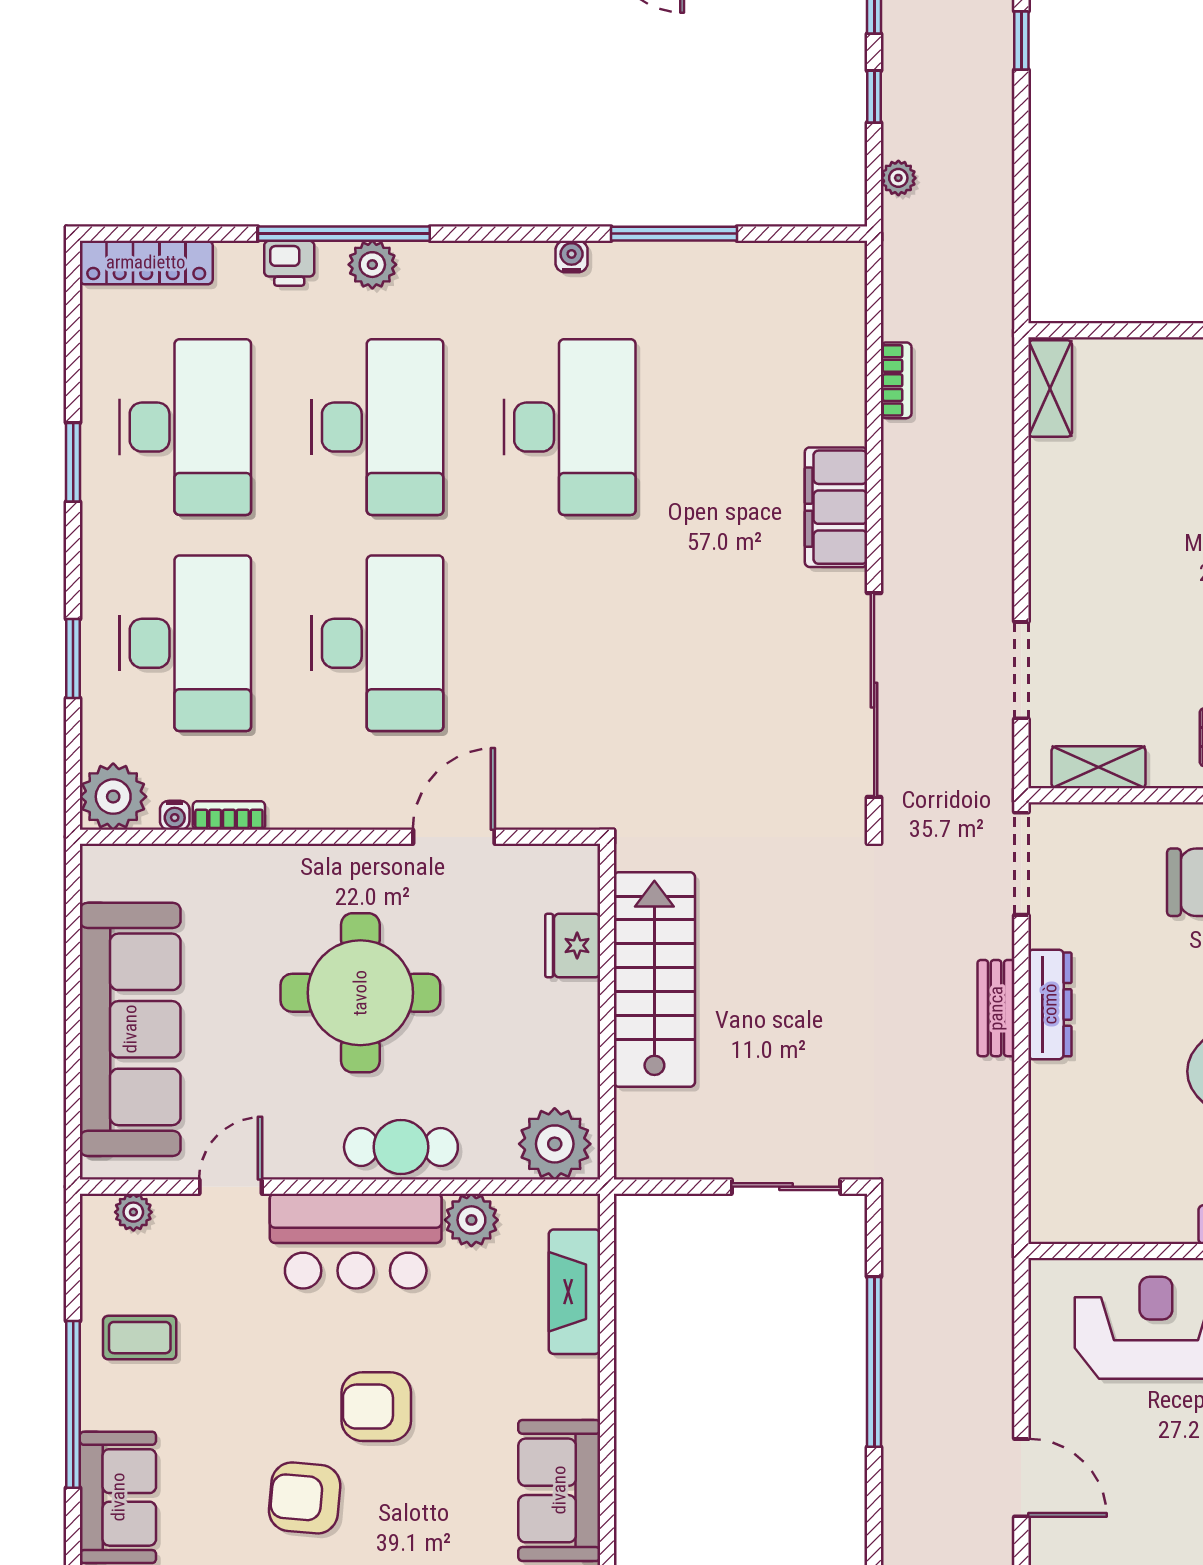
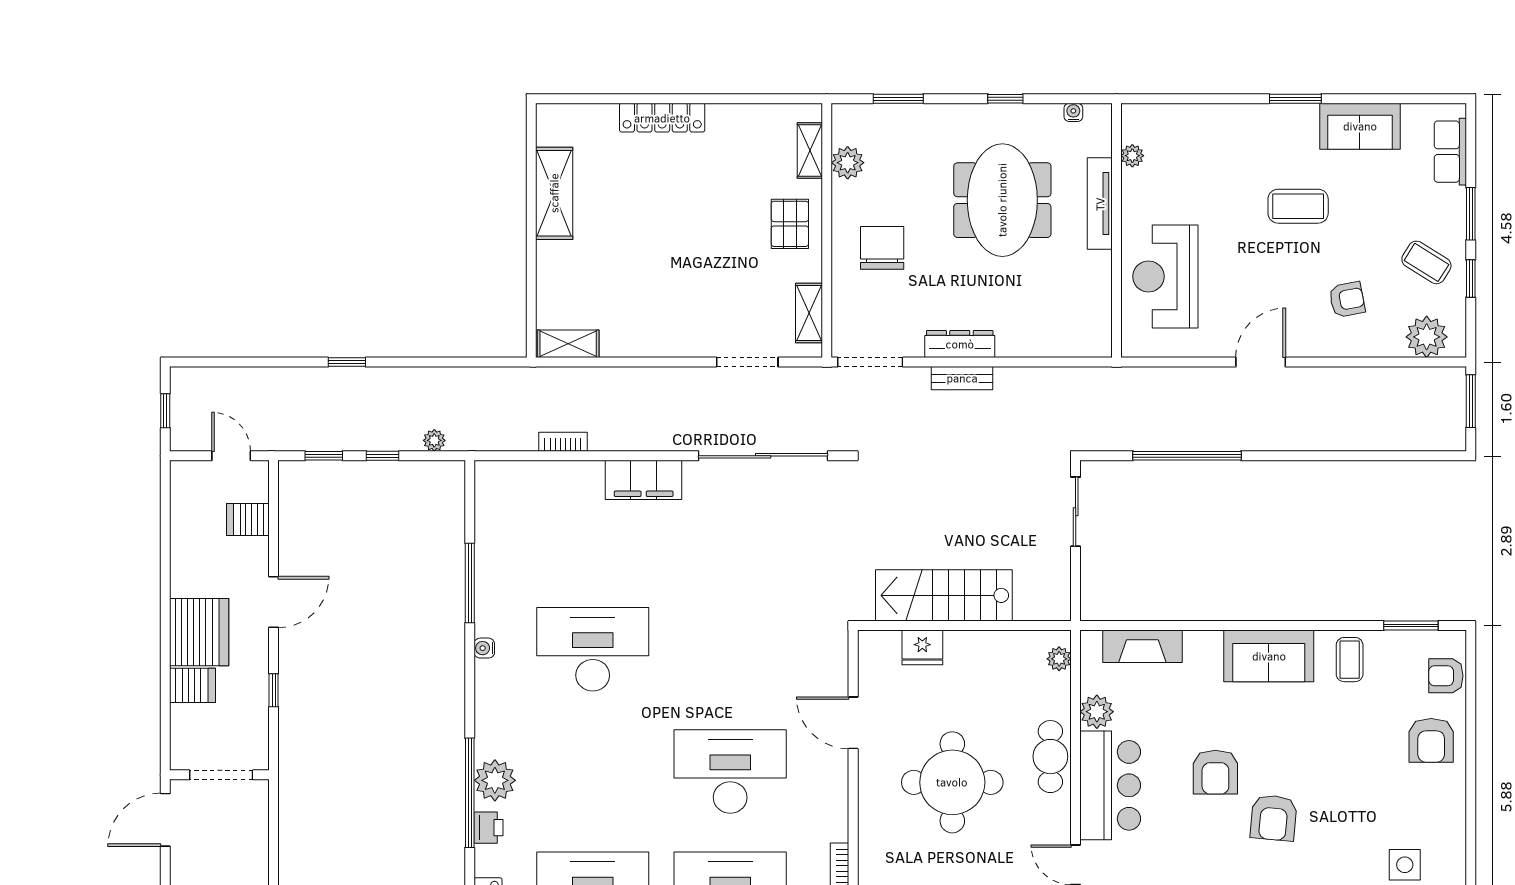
plant: (372, 265) -> (495, 780), width x1.36, depth x1.36
desk: (377, 427) -> (593, 772), removed
plant: (555, 1144) -> (1059, 659), width x0.53, depth x0.53

